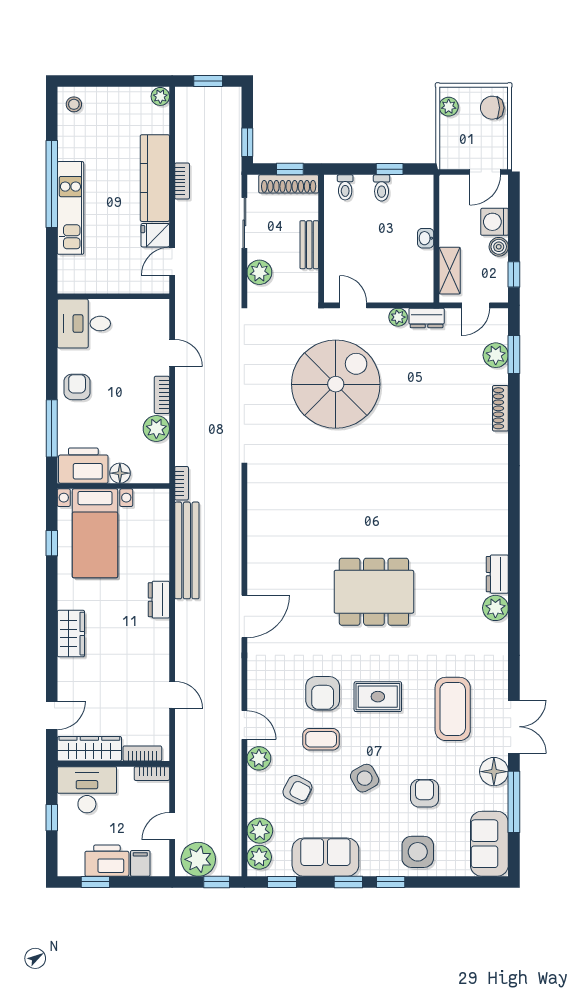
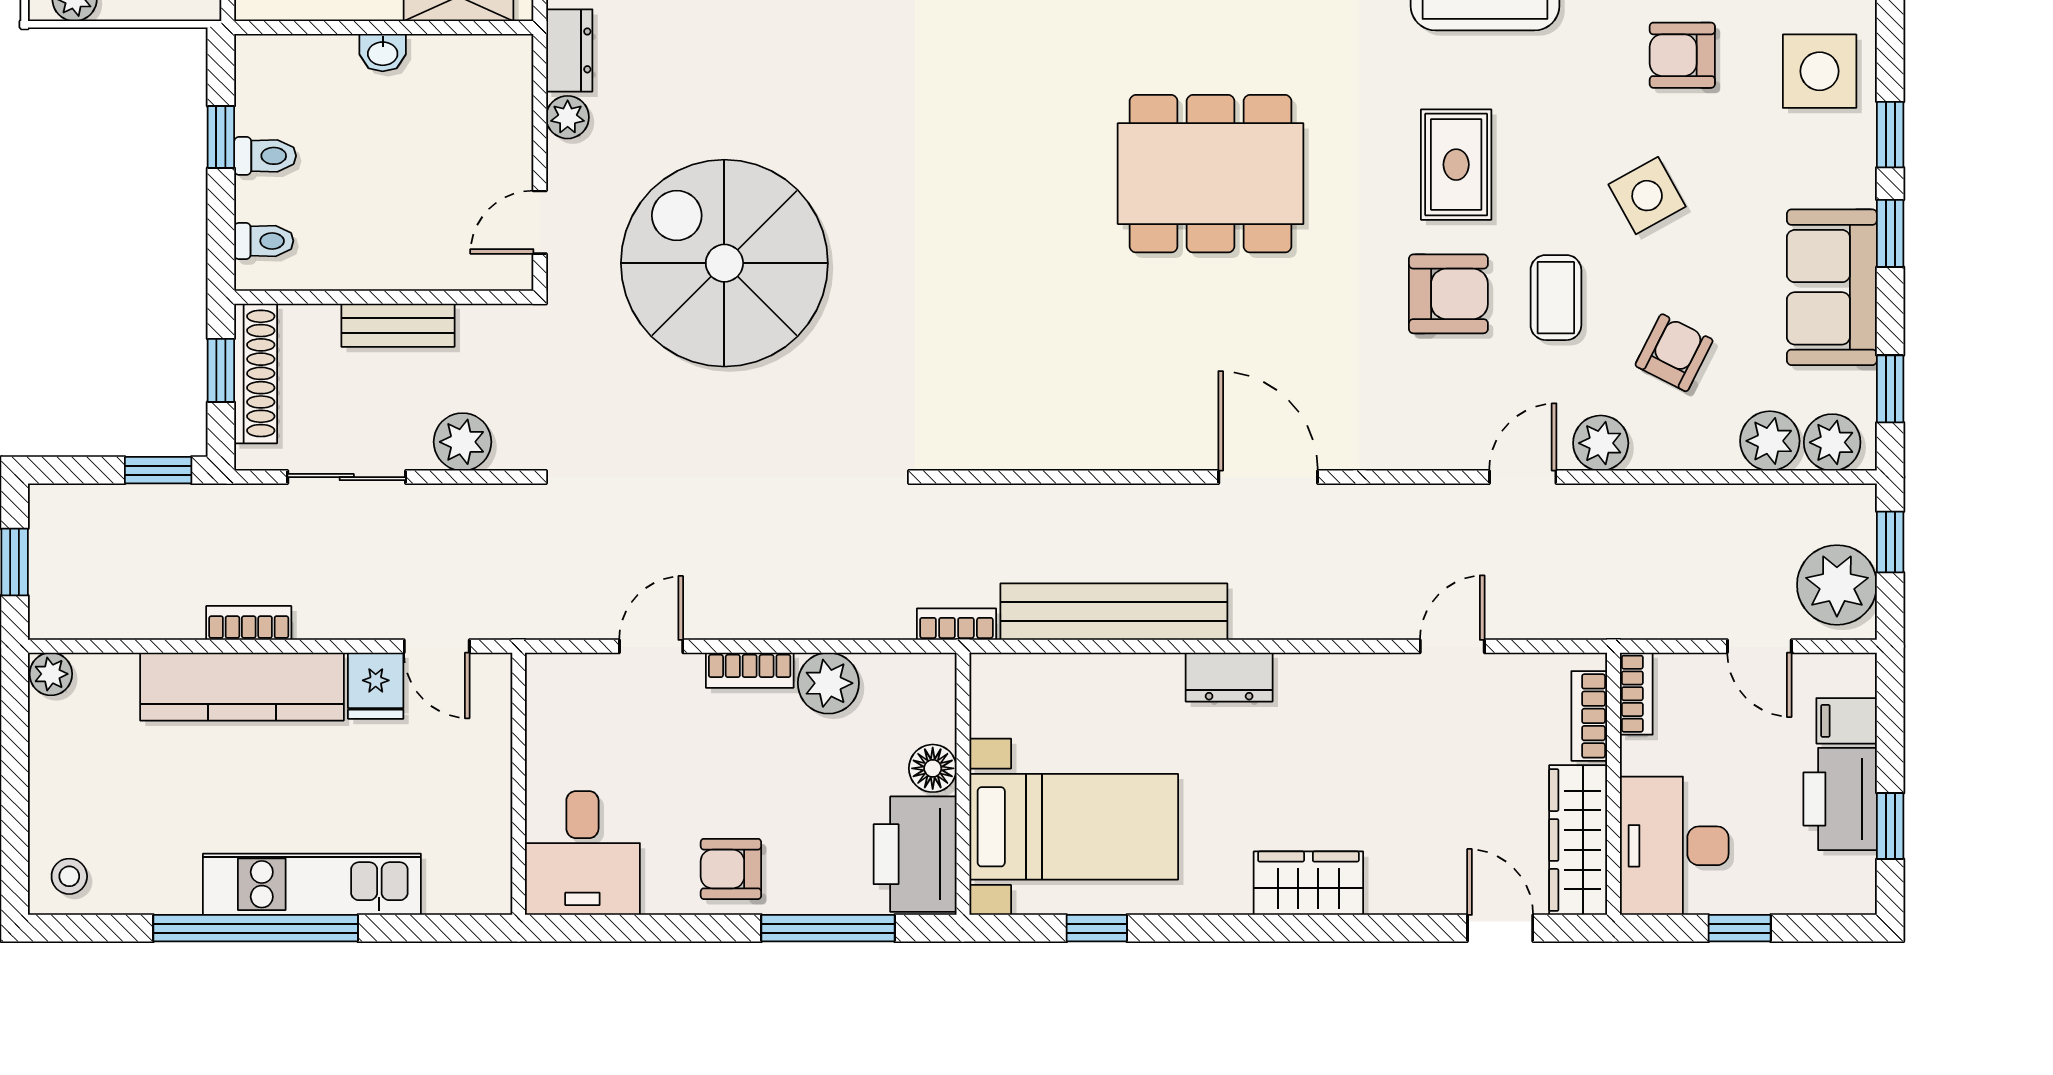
dining table: (374, 592) -> (1211, 174), turned 90

